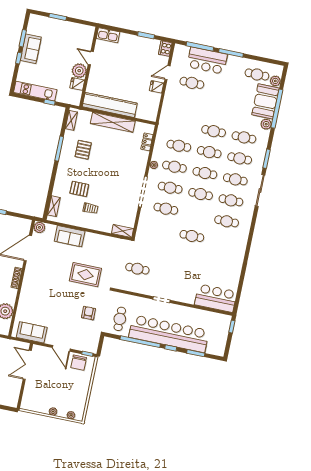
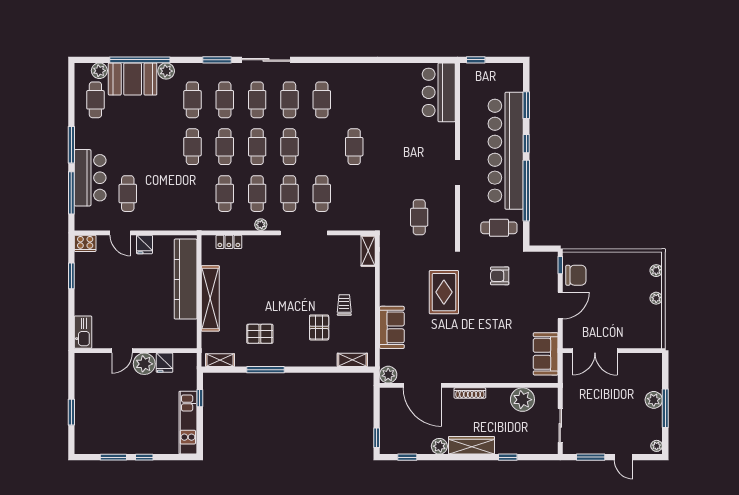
sofa: (31, 49) -> (127, 442), removed
kitchen counter: (110, 105) -> (186, 279), moved

